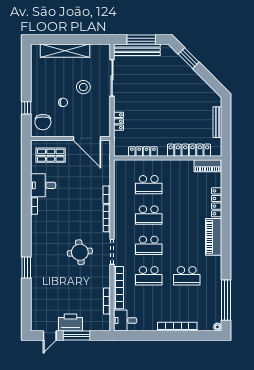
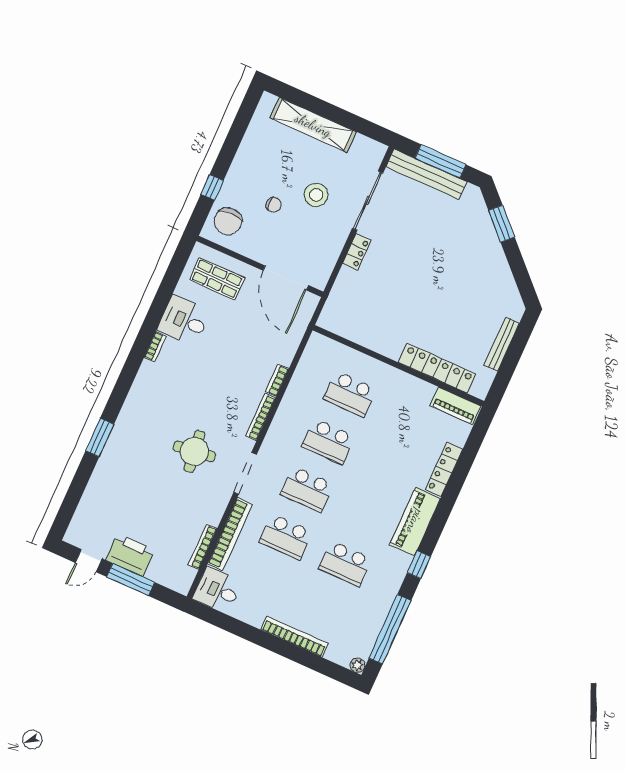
locker: (119, 121) -> (357, 252), moved
locker: (143, 152) -> (364, 338), removed
window: (226, 259) -> (419, 565), added

